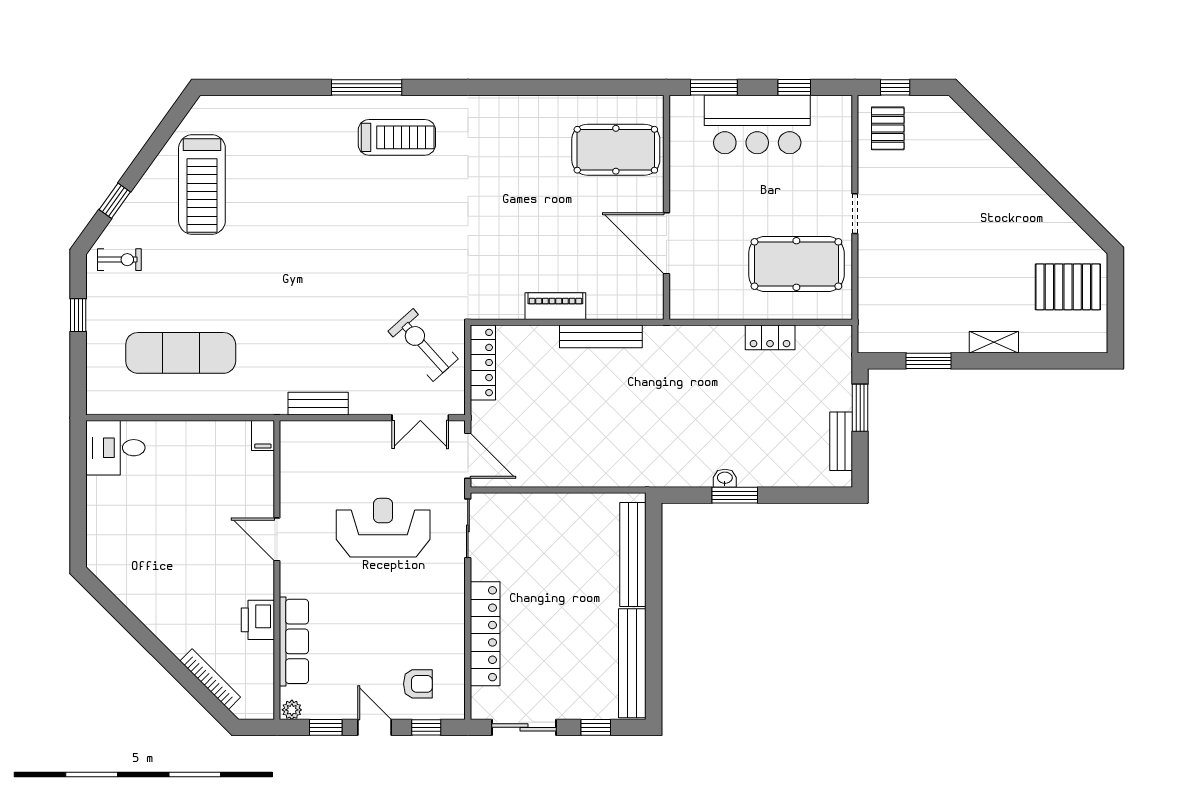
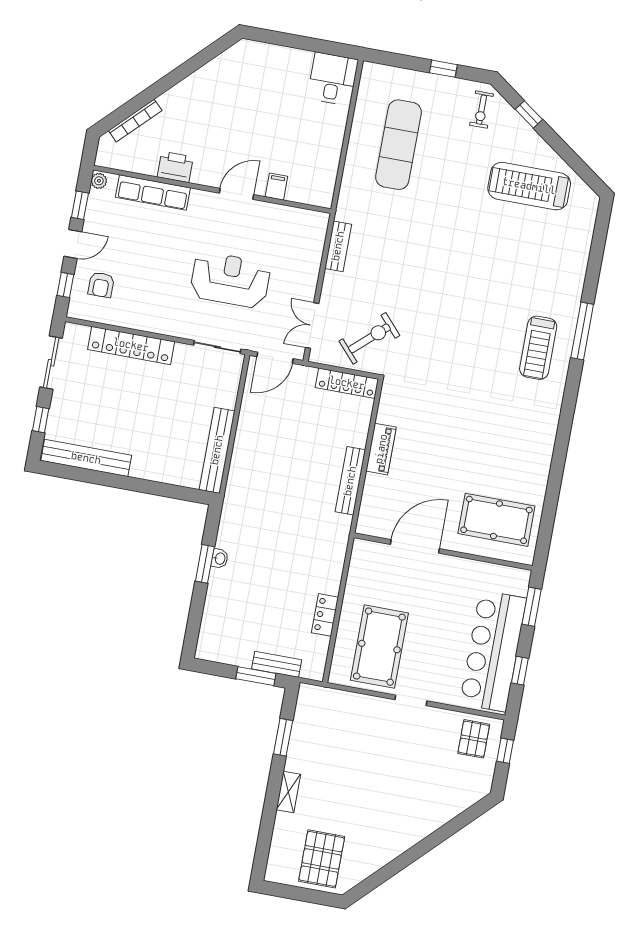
bar counter: (757, 125) -> (493, 651), width x1.36
pallet: (888, 128) -> (474, 739), turned 90
pool table: (616, 150) -> (496, 520), turned 90
filing cabinet: (263, 435) -> (276, 187), moved, turned 90
bench: (841, 441) -> (277, 664), moved
reception desk: (383, 528) -> (230, 280), turned -90
bench: (633, 555) -> (217, 450), moved, turned 90

